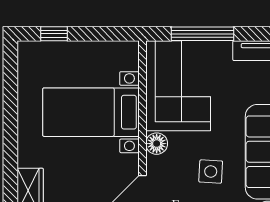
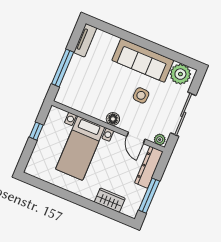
window: (54, 34) -> (36, 131), moved
corner sofa: (178, 86) -> (86, 94), removed

